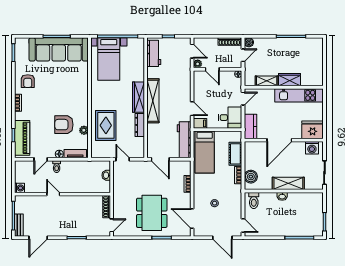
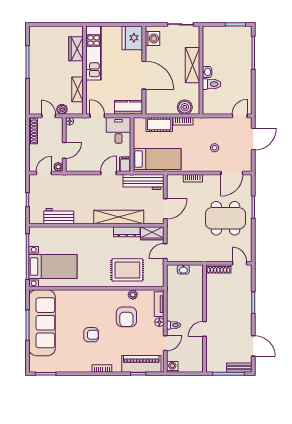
boiler: (249, 42) -> (62, 109), moved
workbench: (154, 53) -> (59, 216), moved
wardrobe: (289, 80) -> (76, 49), moved
armchair: (28, 81) -> (91, 335), moved
wardrobe: (138, 97) -> (152, 233), moved, width x0.67
shelving: (153, 101) -> (119, 217), moved
door: (41, 159) -> (165, 343), hinge flipped
washing machine: (19, 188) -> (172, 367), moved
toilet: (254, 200) -> (212, 84), moved

